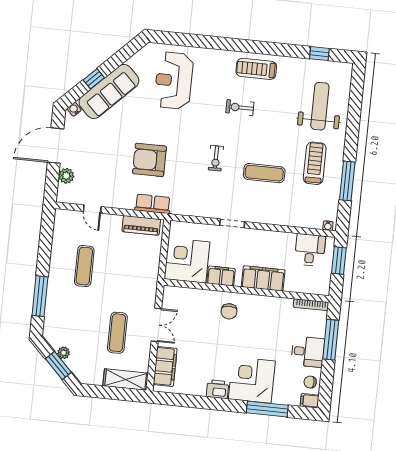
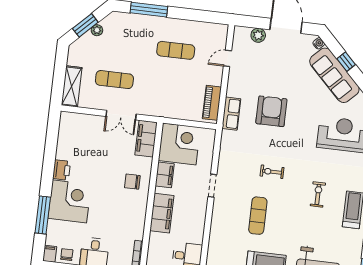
filing cabinet: (165, 366) -> (146, 139), moved, turned 90

